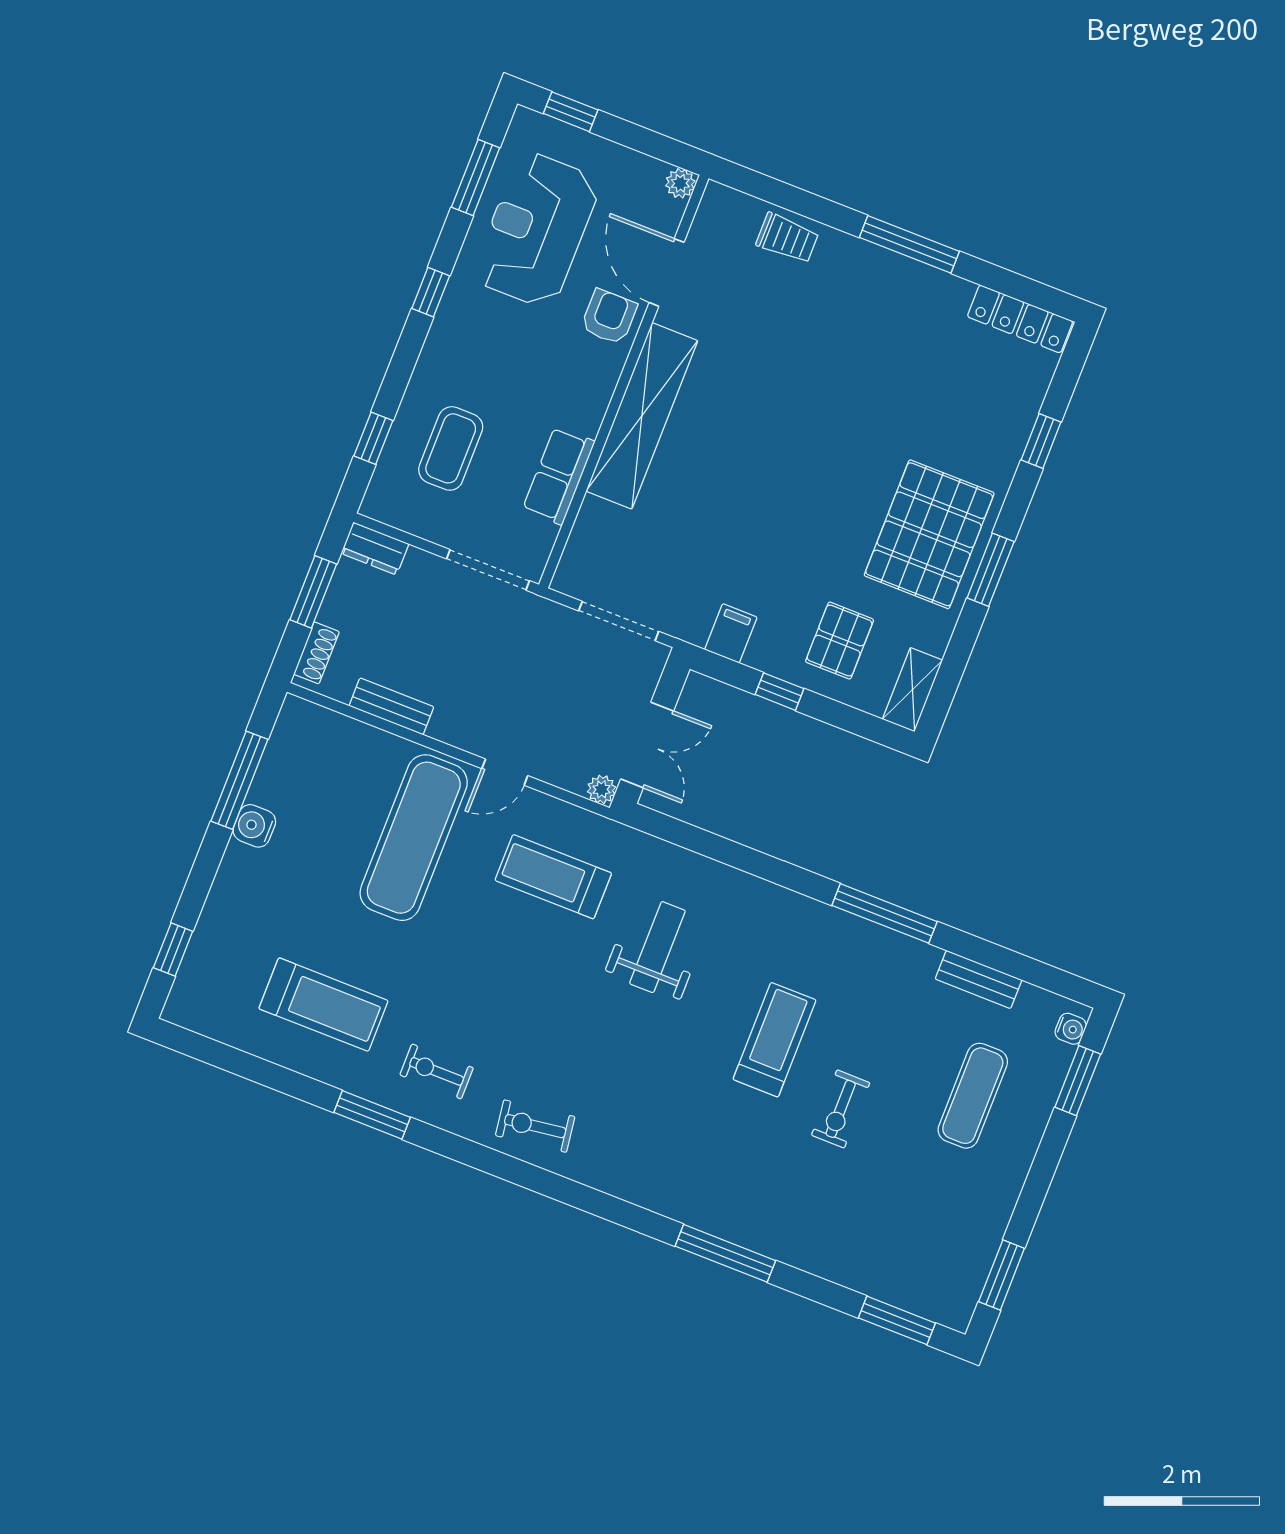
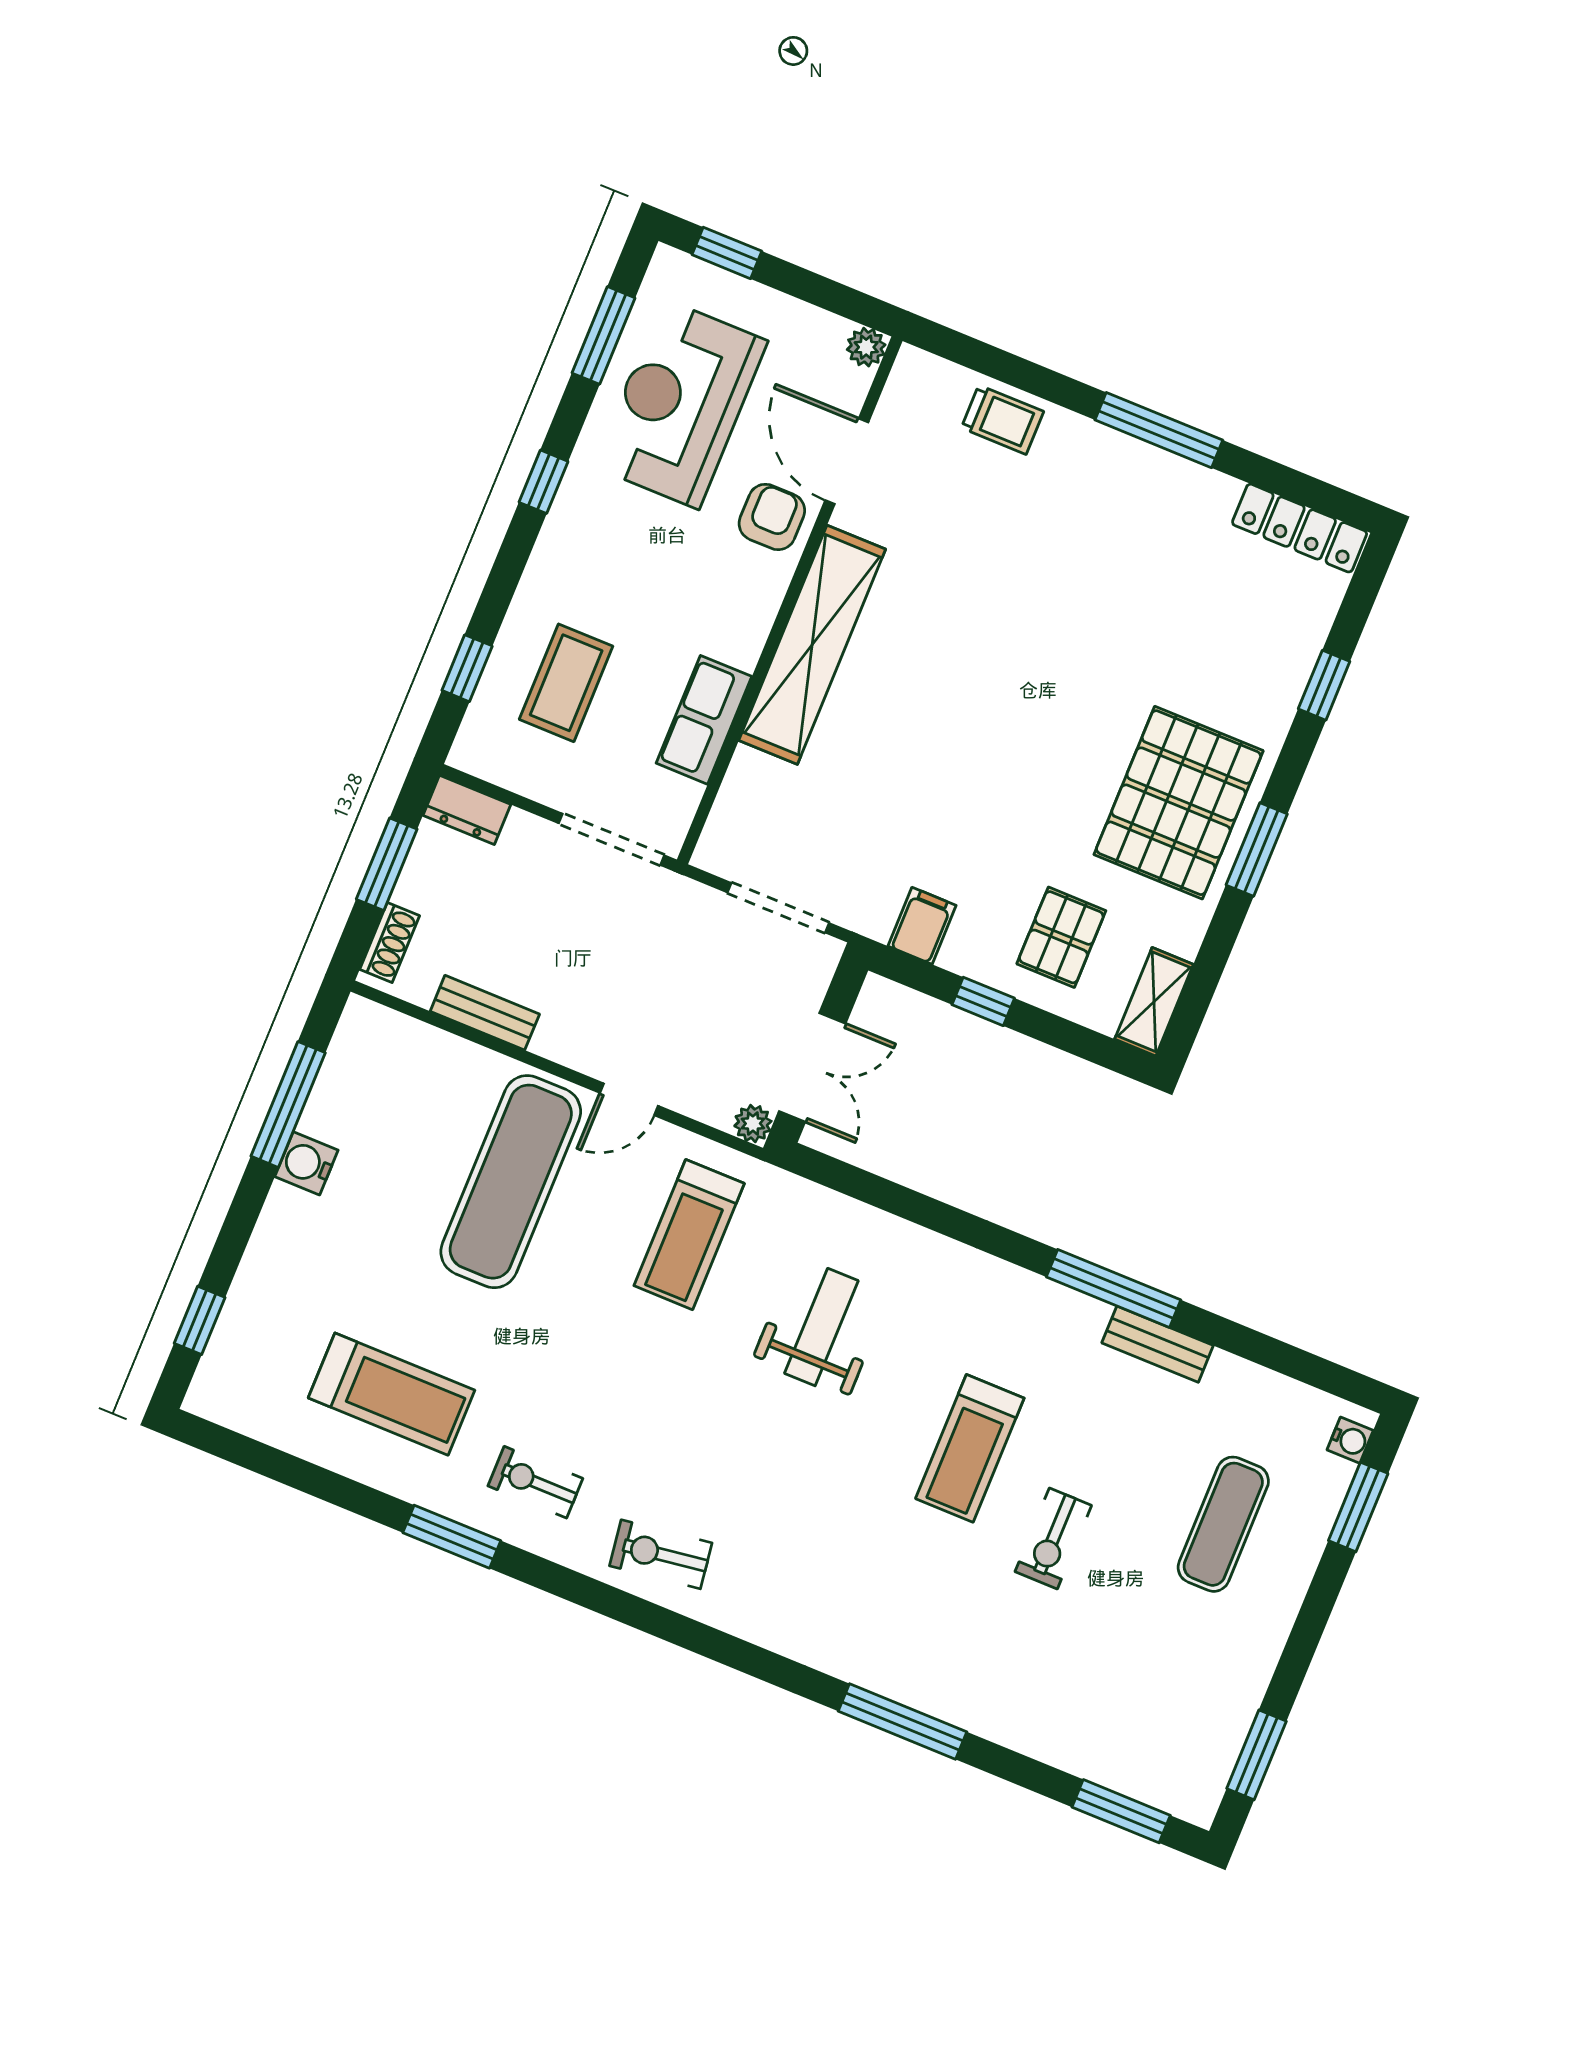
treadmill: (553, 877) -> (689, 1235), turned -90
bench: (979, 979) -> (1158, 1344), moved
treadmill: (774, 1040) -> (970, 1448), turned 180

